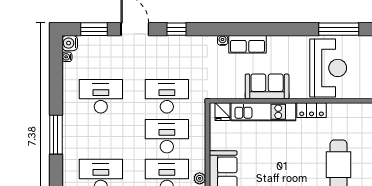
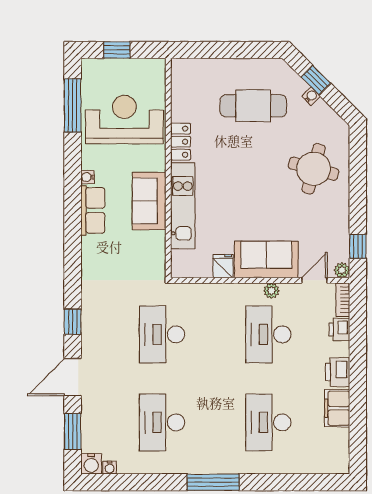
water cooler: (223, 40) -> (87, 177), moved
row of seats: (247, 44) -> (93, 210), moved
fridge: (222, 112) -> (223, 266), moved, turned -90
desk: (167, 136) -> (215, 334), removed

